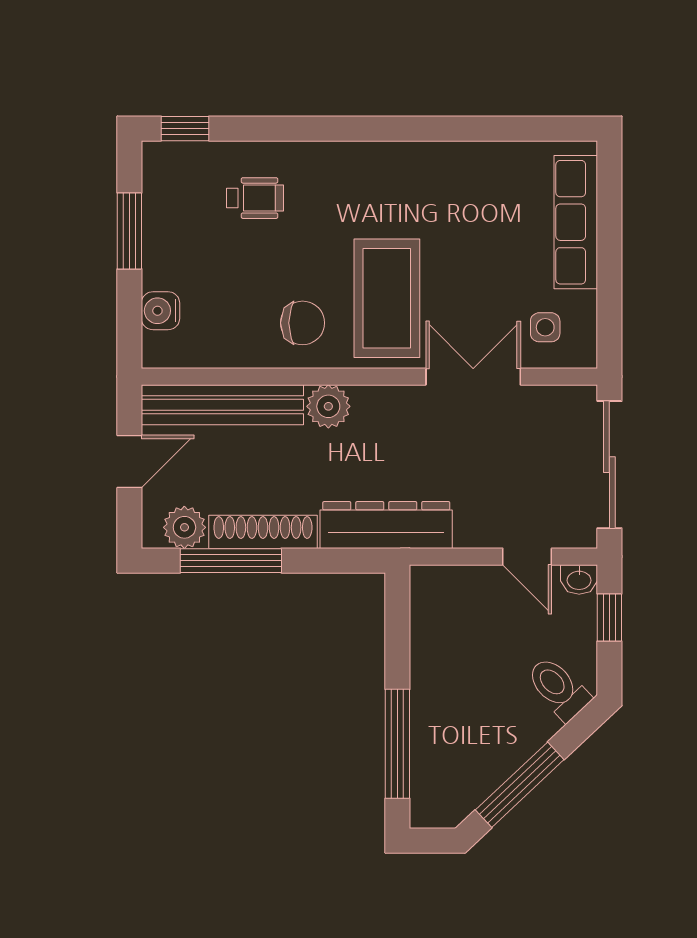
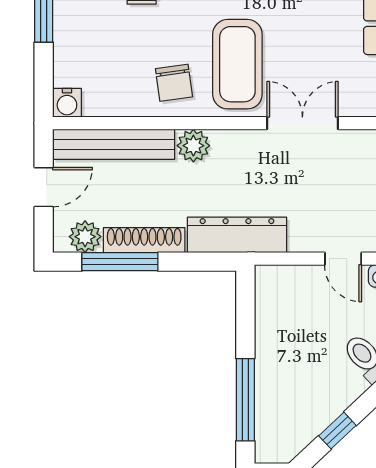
water cooler: (160, 311) -> (67, 103), moved, turned -90
chair: (303, 323) -> (174, 83), turned 82
side table: (545, 327) -> (357, 86), removed
window: (520, 785) -> (337, 431), width x0.46

